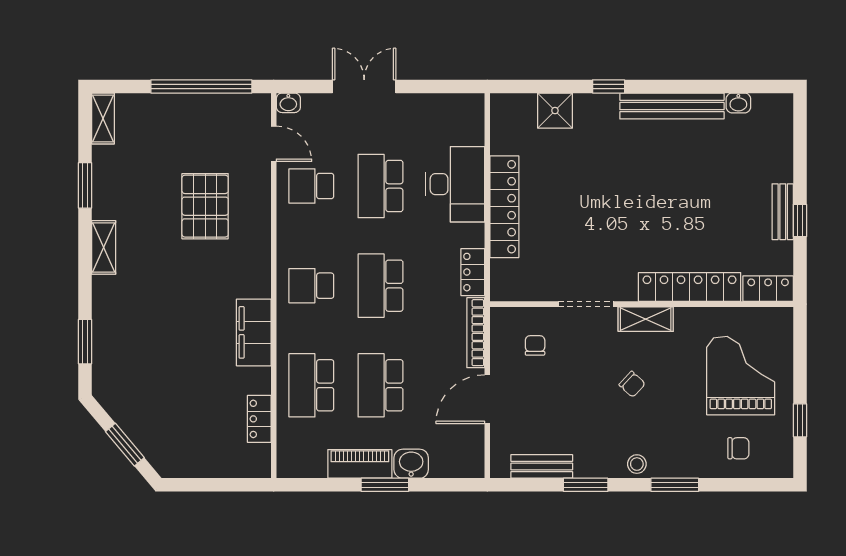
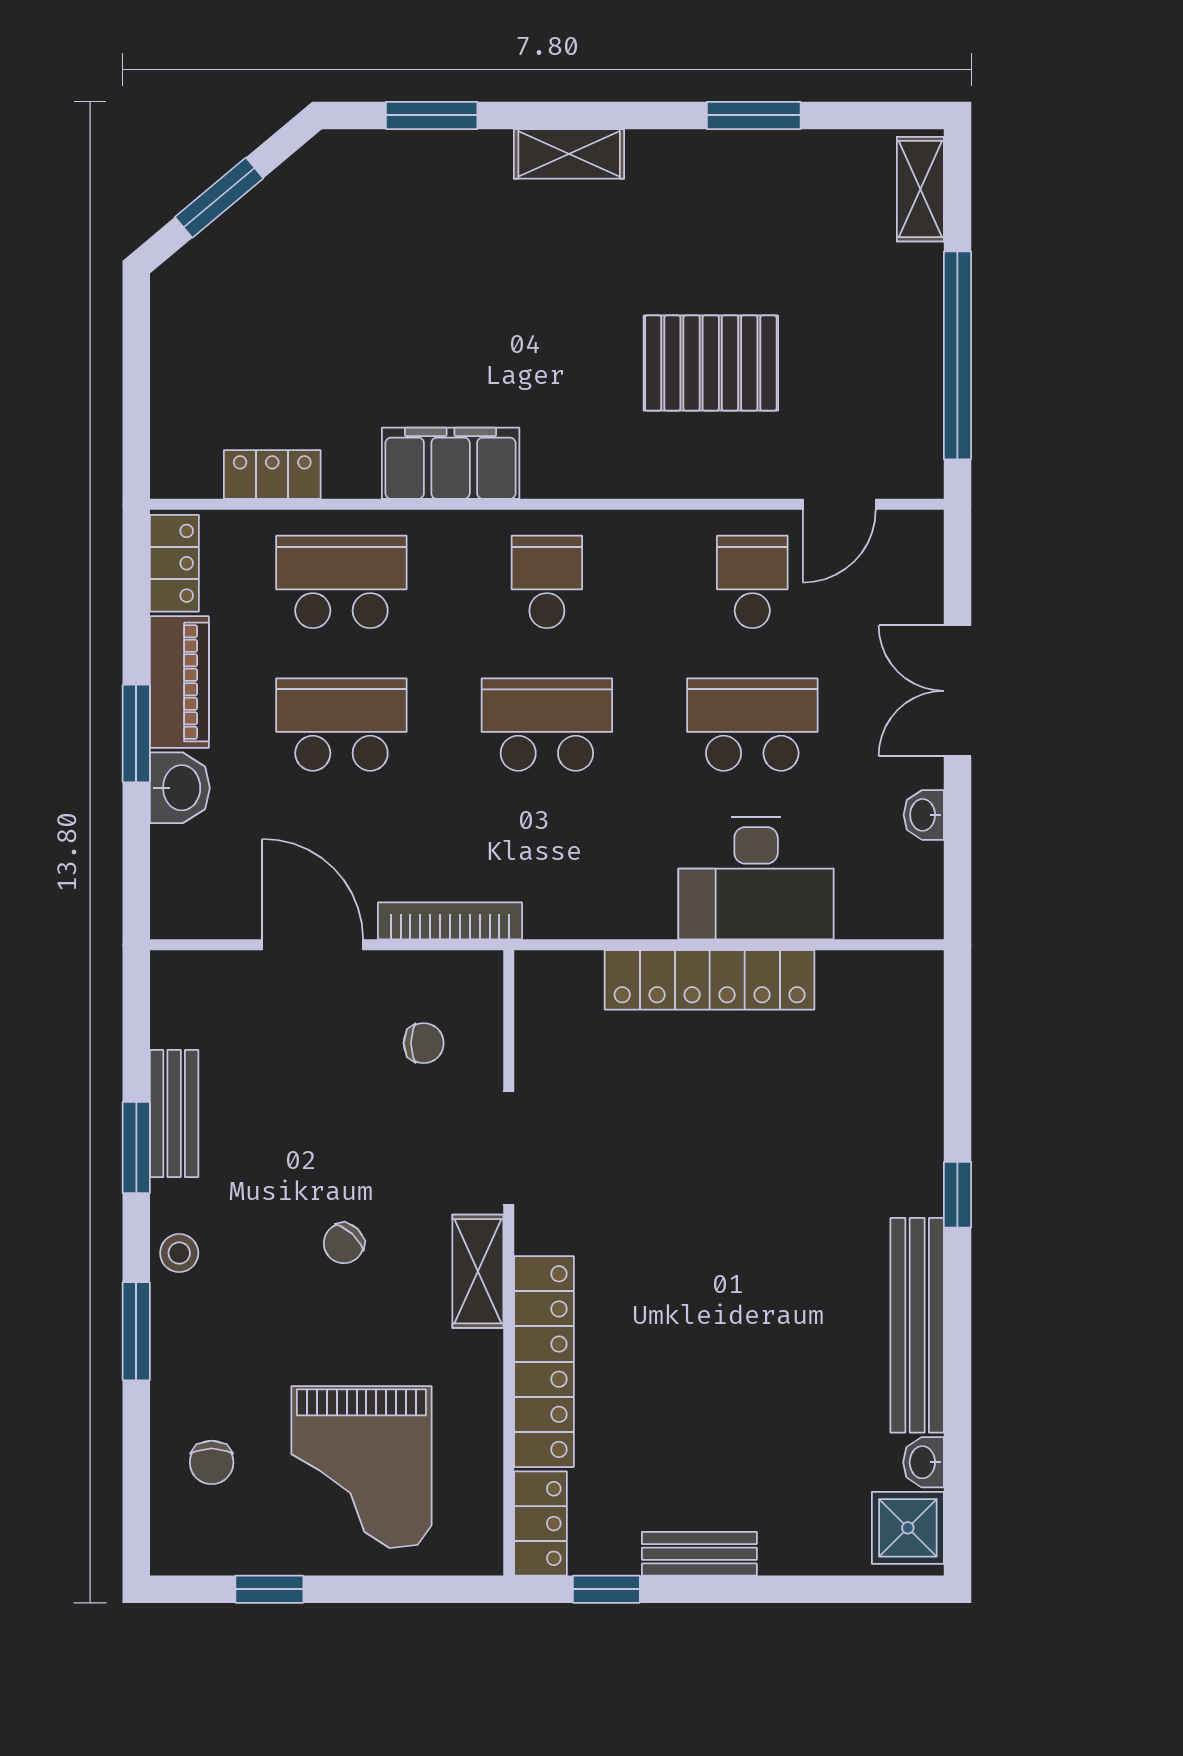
double door: (364, 86) -> (957, 691), swing flipped
washbasin: (288, 103) -> (924, 815), moved
shower: (555, 111) -> (908, 1528), moved
shelving: (103, 118) -> (920, 189), moved, turned 90
window: (800, 220) -> (606, 1589), moved
shelving: (104, 247) -> (569, 154), moved
locker: (473, 272) -> (174, 563), moved, turned 90
grand piano: (741, 376) -> (361, 1467), turned 90
bench: (542, 466) -> (174, 1114), moved

